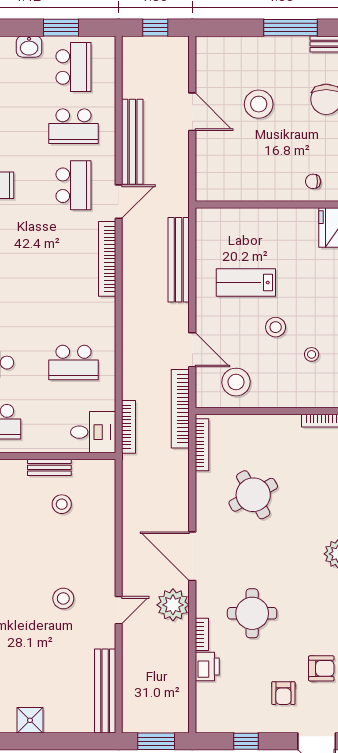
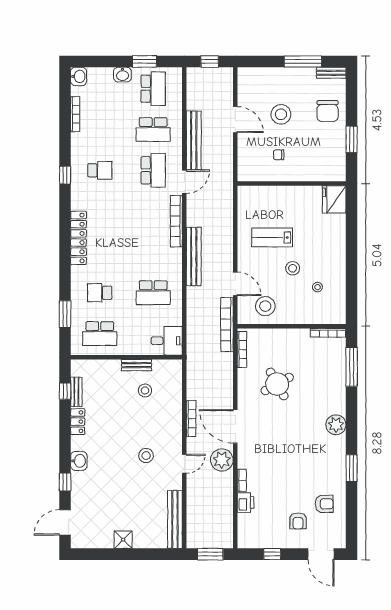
chair: (313, 181) -> (279, 155), moved
bench: (179, 260) -> (194, 257), moved
bookcase: (128, 427) -> (191, 419), moved
round table: (252, 613) -> (276, 466), removed

